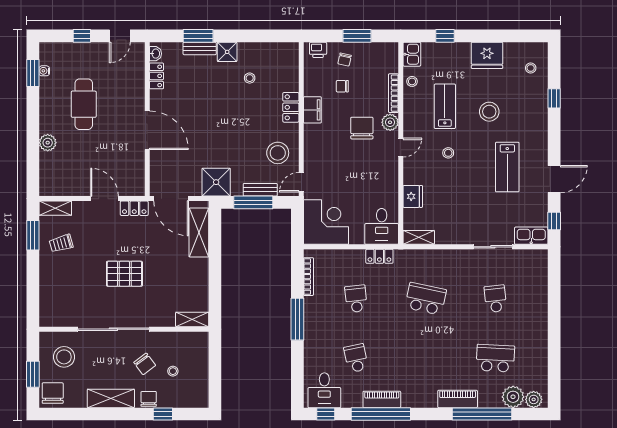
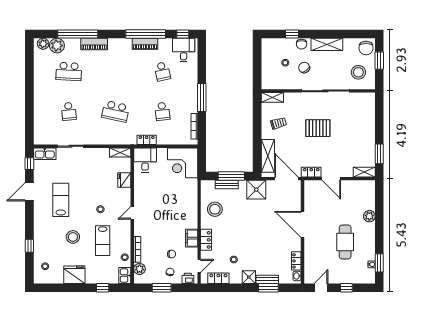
locker: (273, 50) -> (218, 278), added
plant: (390, 122) -> (140, 269), moved
chair: (362, 128) -> (158, 226), removed
door: (301, 182) -> (199, 266), moved
trolley: (61, 243) -> (278, 123), moved

